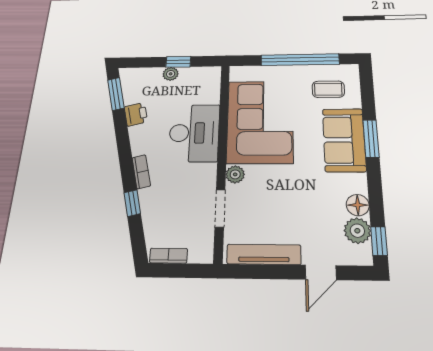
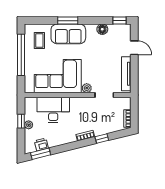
printer: (136, 114) -> (41, 144), moved
desk: (194, 133) -> (53, 110), moved
plant: (357, 231) -> (115, 30), removed

